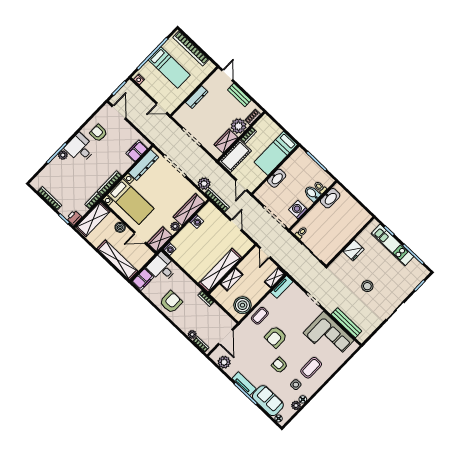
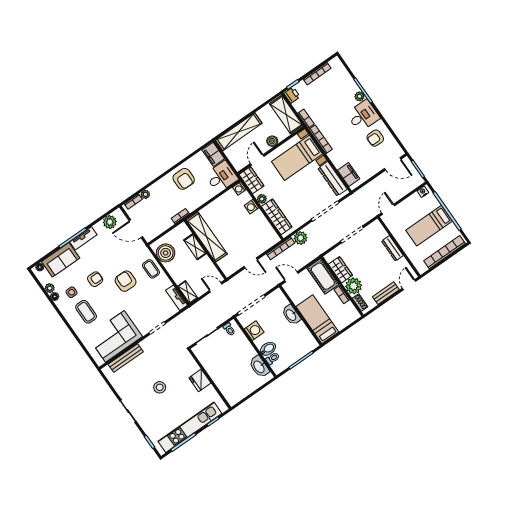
door: (227, 75) -> (409, 285), swing flipped
armchair: (98, 133) -> (375, 138), turned 180
washing machine: (197, 221) -> (252, 207), moved
kitchen unit: (392, 245) -> (190, 427), width x1.36

